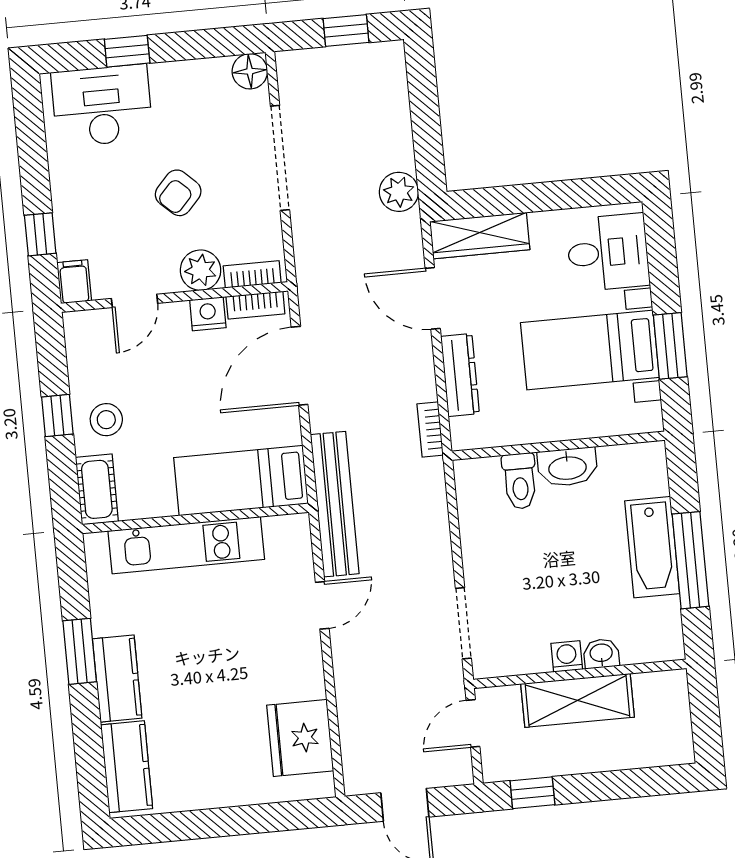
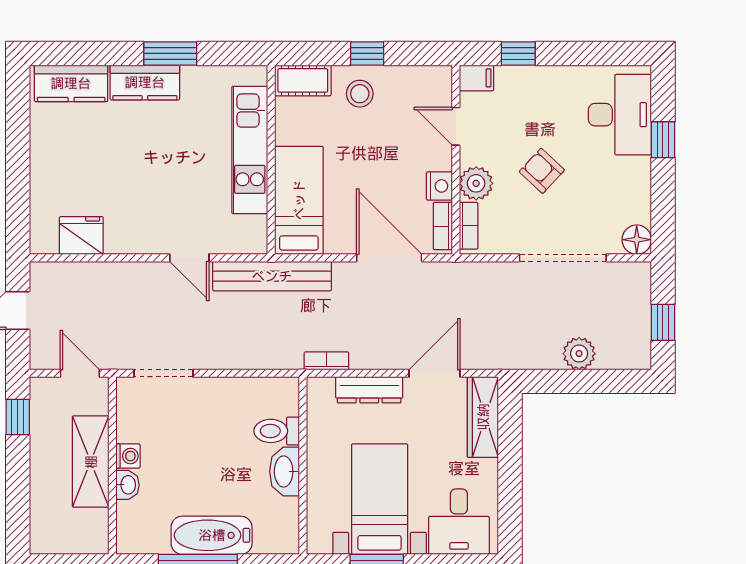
plant: (399, 192) -> (579, 354), moved
fridge: (300, 738) -> (81, 235), width x0.73, depth x0.75

